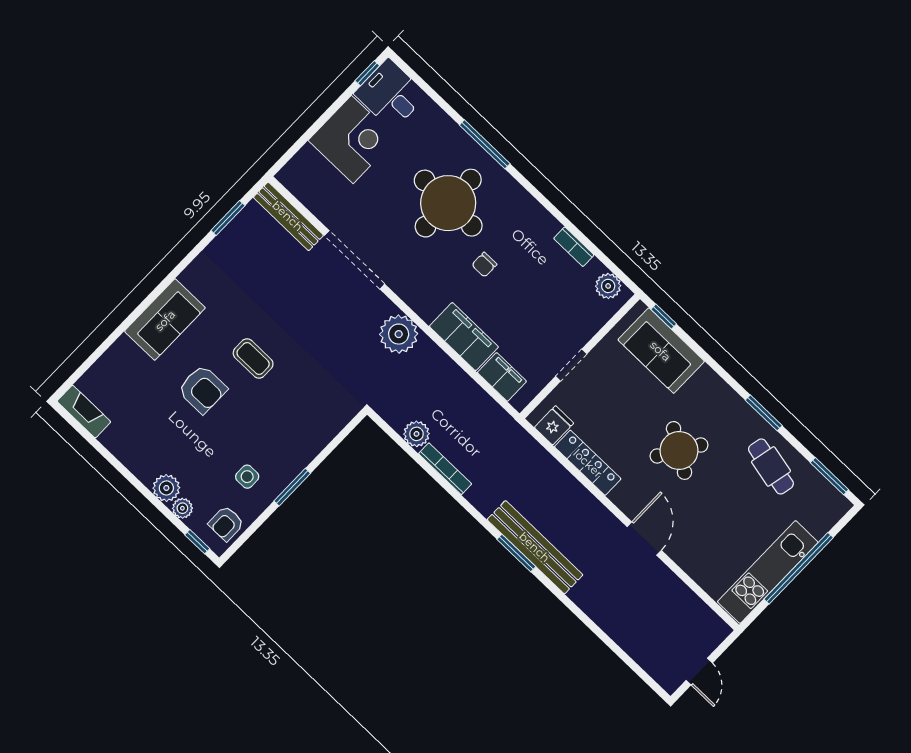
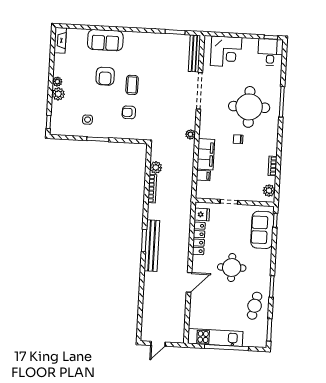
corner desk: (352, 139) -> (226, 52), moved
sofa: (165, 320) -> (105, 40), moved
plant: (399, 334) -> (190, 134), width x0.53, depth x0.53
filing cabinet: (502, 377) -> (203, 176), width x0.50
round table: (679, 450) -> (232, 268), turned -32
plant: (182, 508) -> (57, 82), moved
armchair: (226, 523) -> (129, 112), moved

